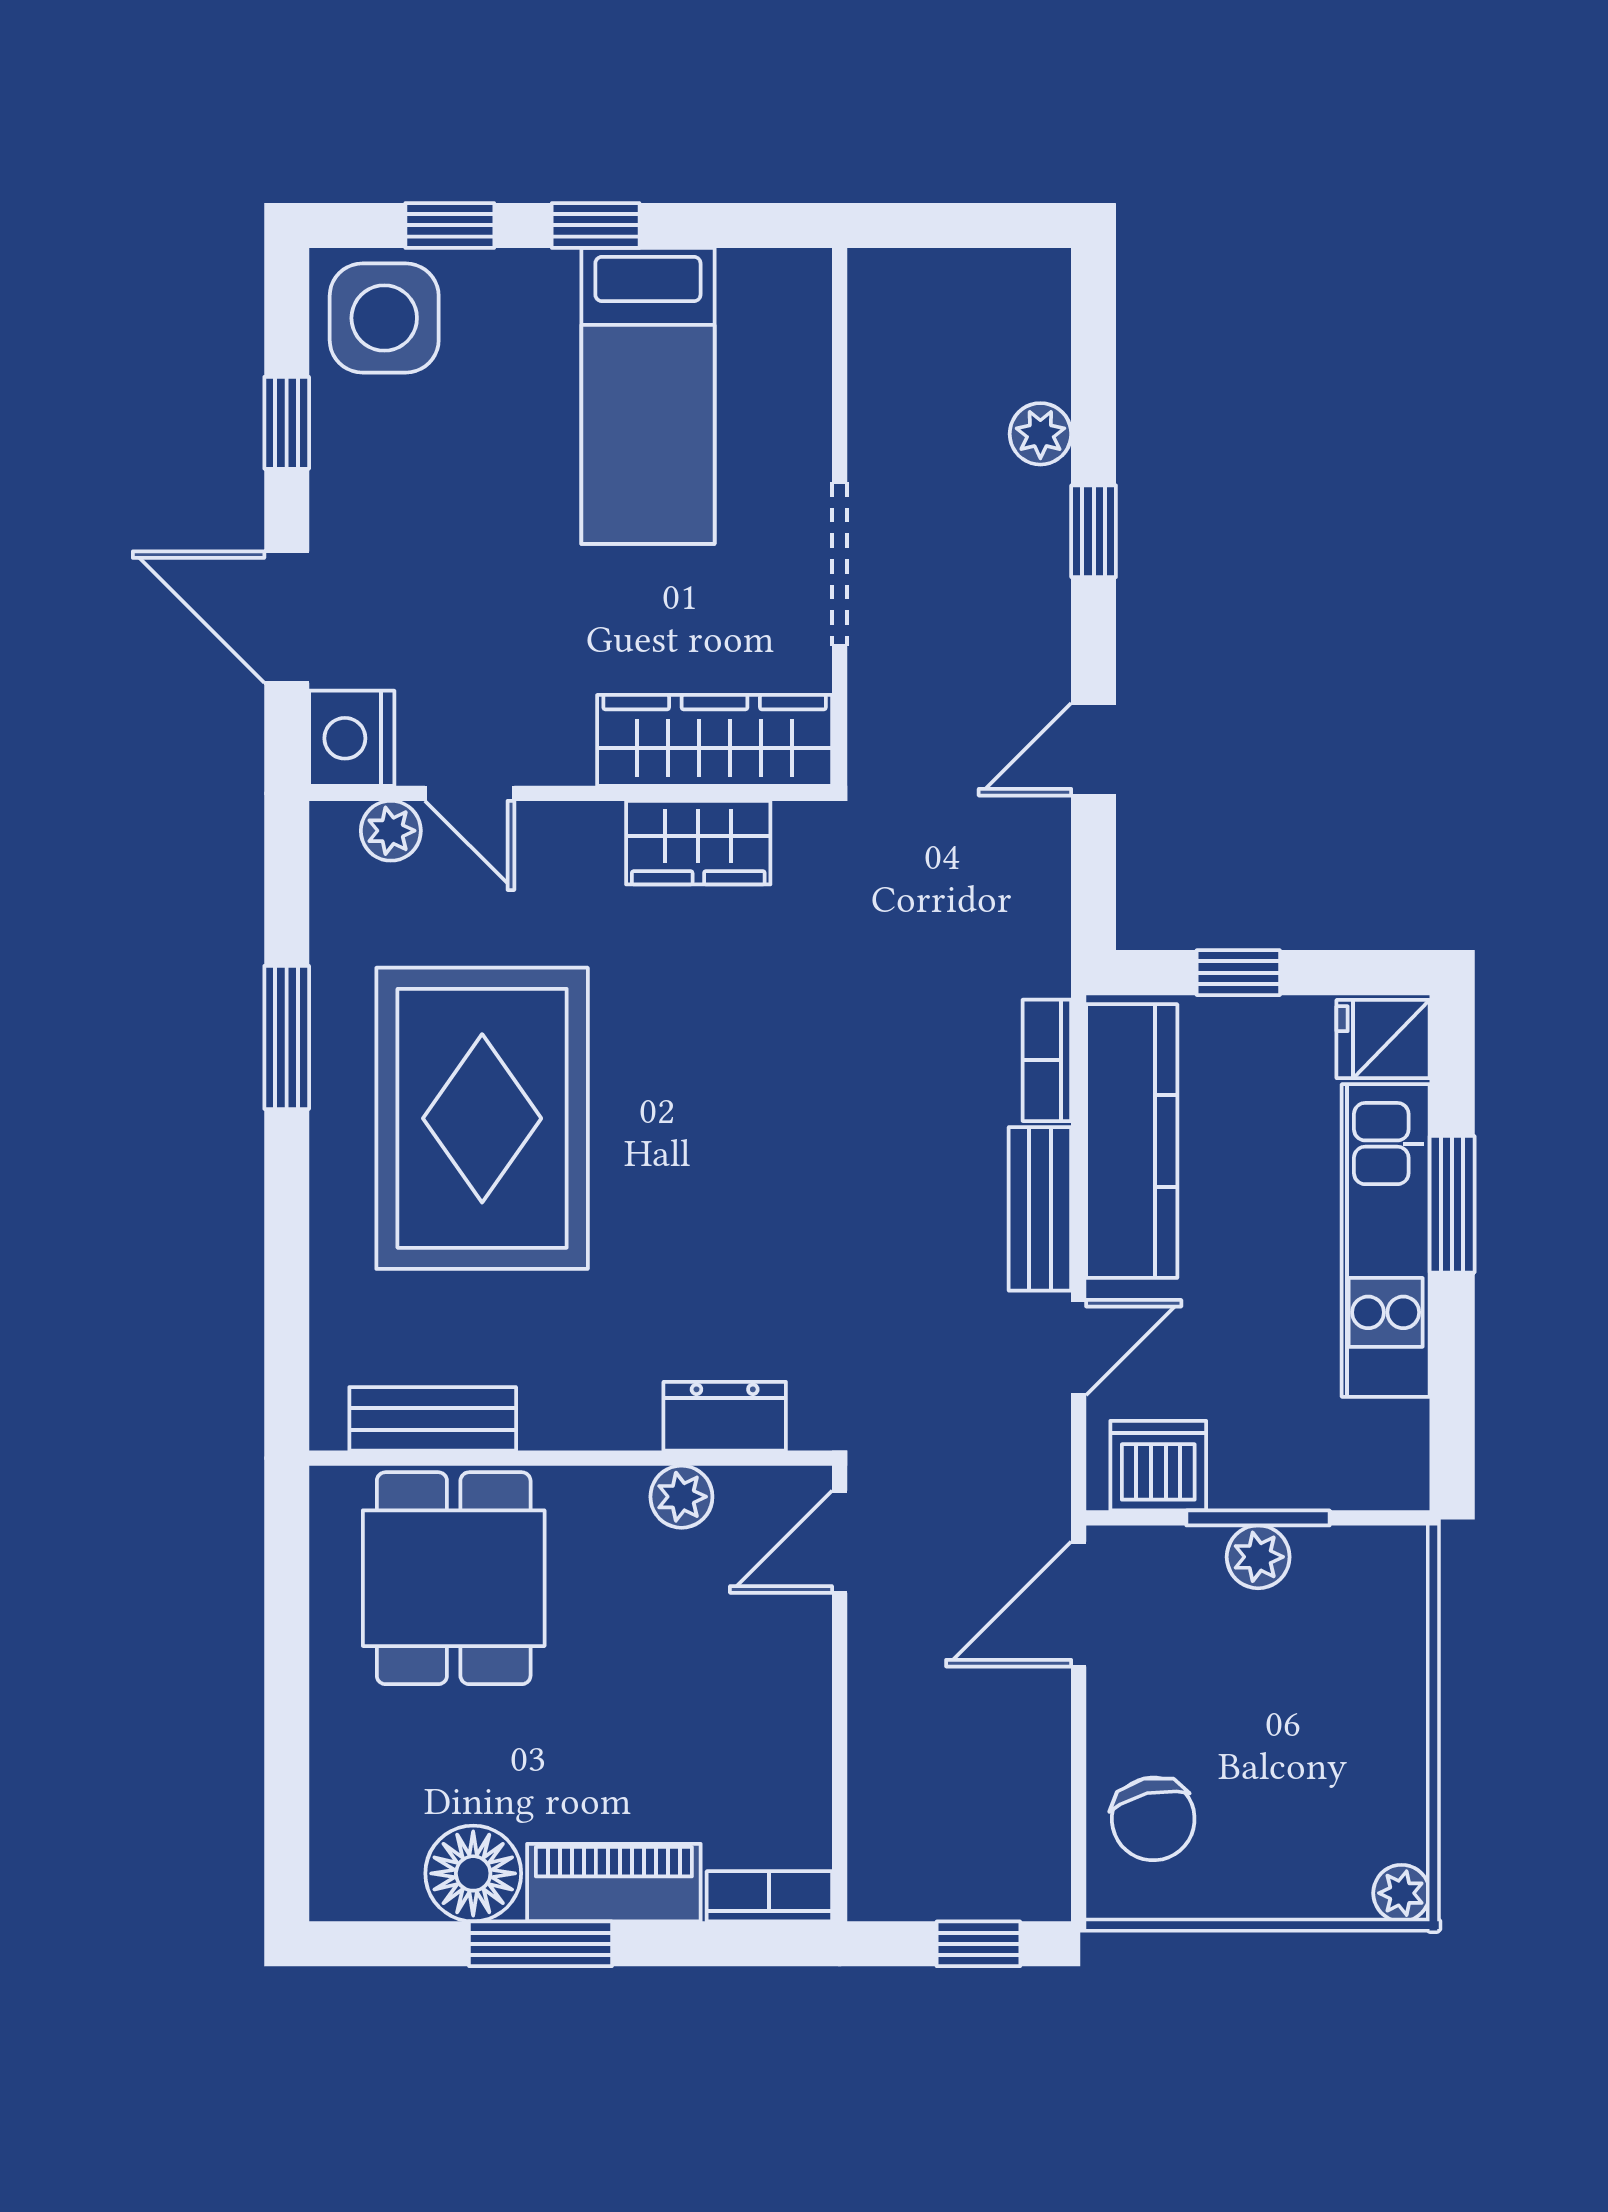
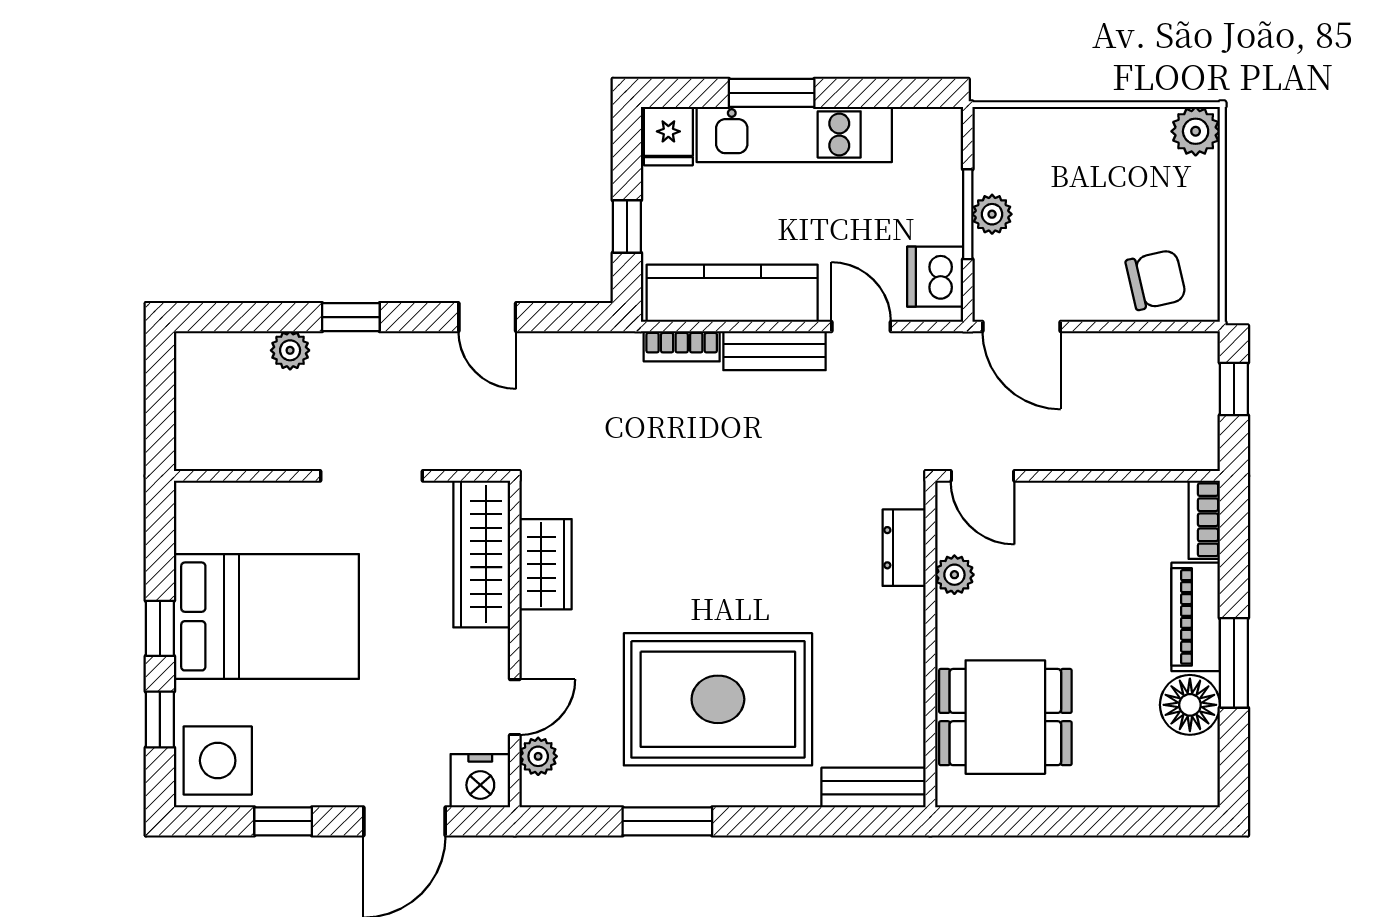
bed: (648, 396) -> (266, 616), width x1.50
bench: (433, 1419) -> (874, 788), moved, turned 90
plant: (1401, 1893) -> (1196, 131), width x1.38, depth x1.38

